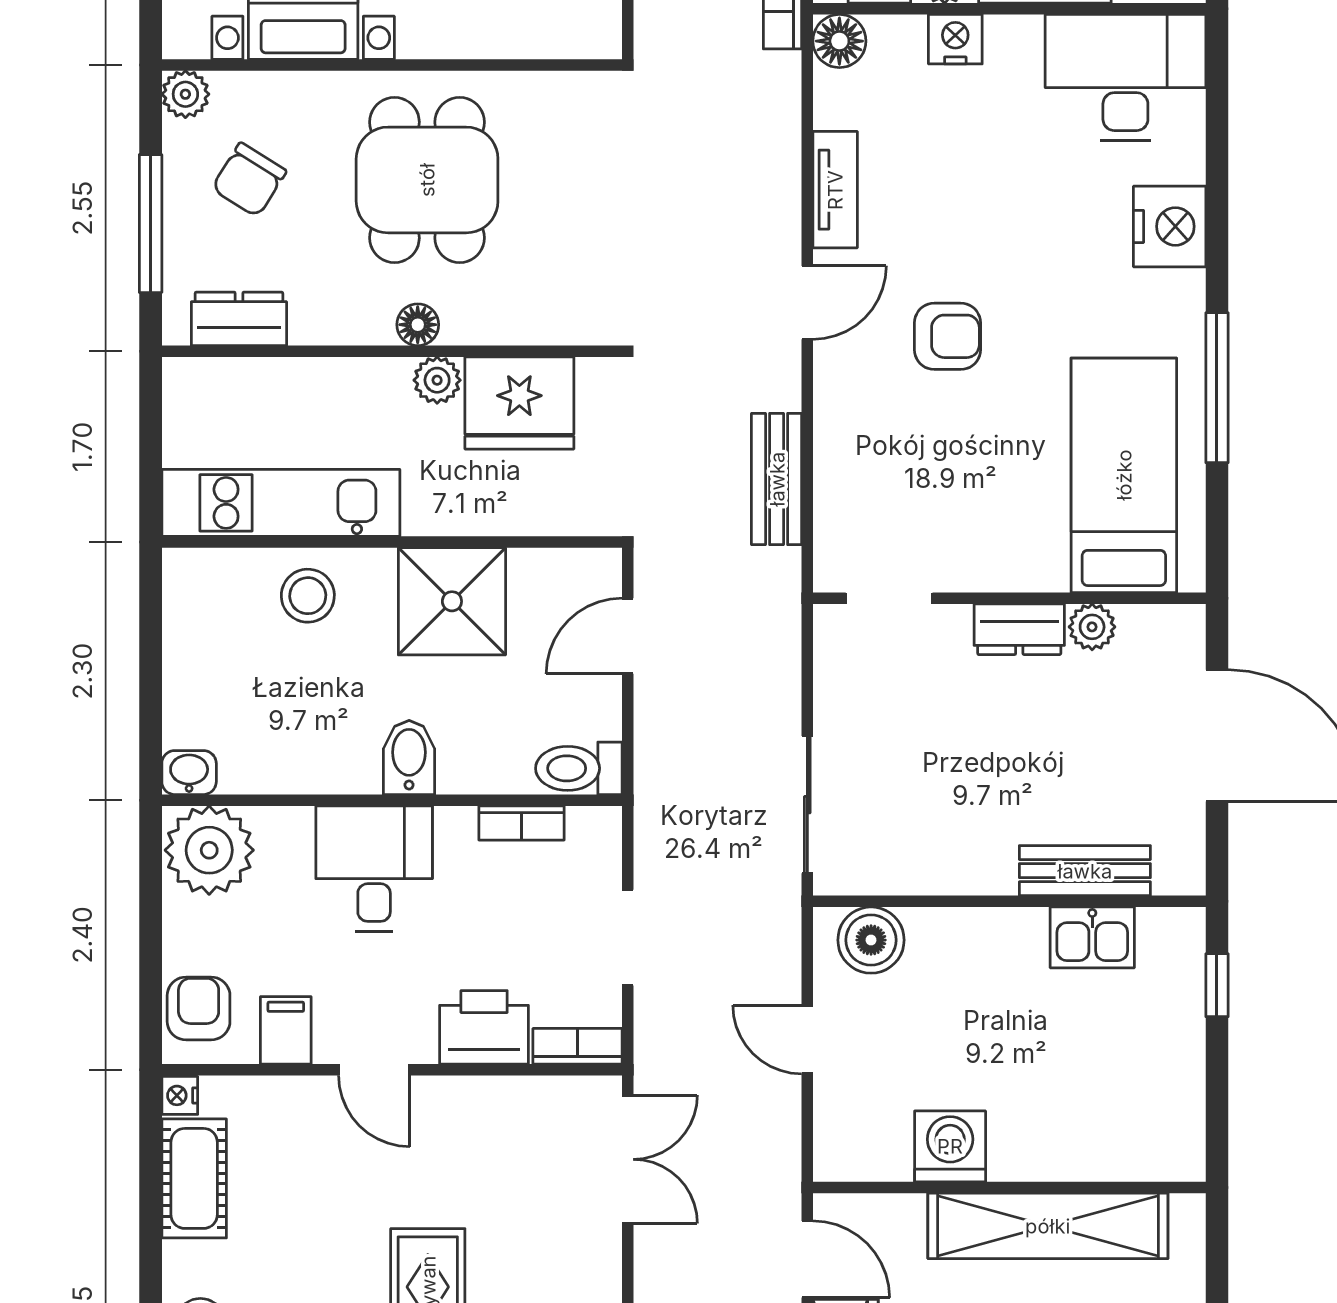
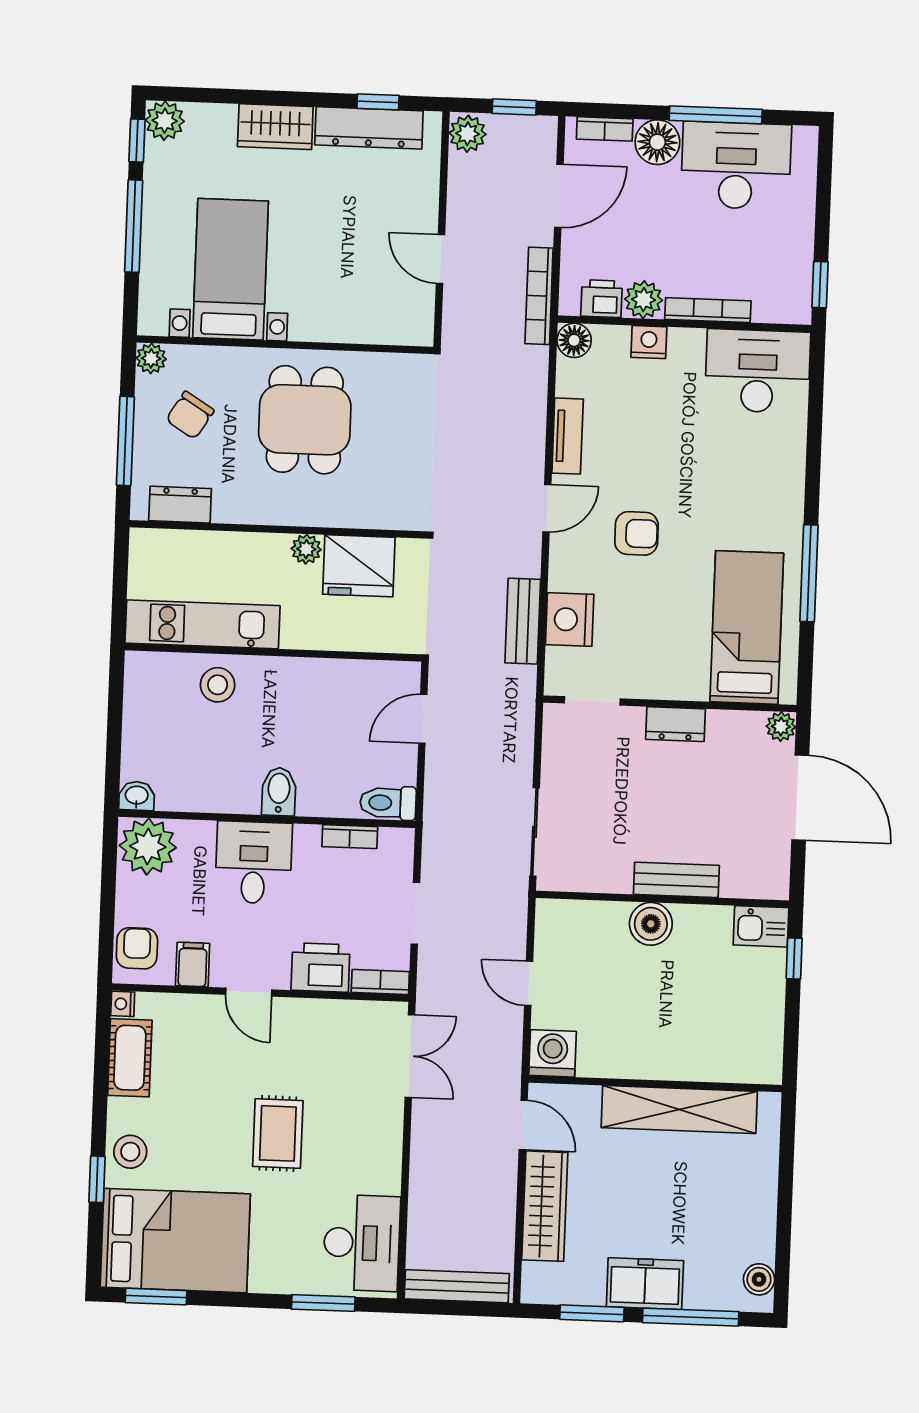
nightstand: (1170, 226) -> (570, 619), moved, turned 180
floor lamp: (418, 325) -> (295, 513), removed
shower: (452, 601) -> (310, 692), removed
plant: (1092, 627) -> (781, 727), moved
bench: (1085, 871) -> (676, 880), moved
kitchen sink: (1092, 937) -> (761, 926), moved
boiler: (871, 940) -> (651, 924), moved
washing machine: (950, 1146) -> (552, 1053), moved

